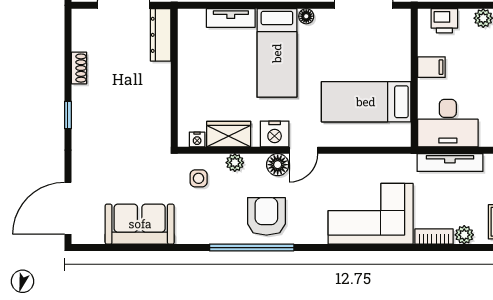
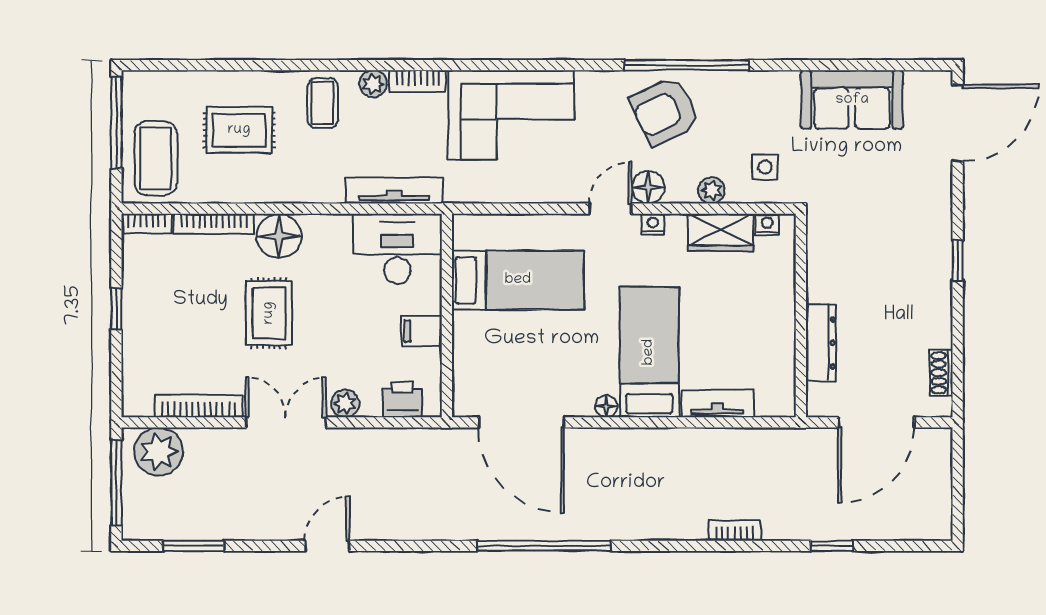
dresser: (161, 35) -> (821, 343), moved
shoe rack: (79, 68) -> (941, 373), moved
nightstand: (275, 134) -> (653, 224), width x0.53, depth x0.56
armchair: (266, 216) -> (665, 111), turned 64

